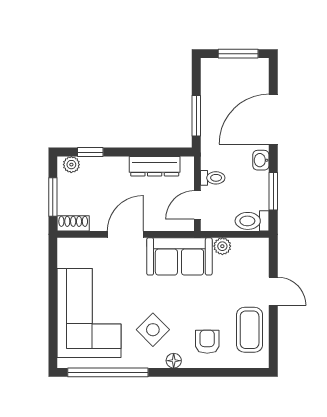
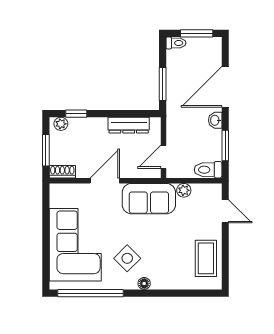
toilet: (213, 178) -> (176, 43), moved
door: (273, 291) -> (225, 211), moved
armchair: (207, 342) -> (171, 268), removed

